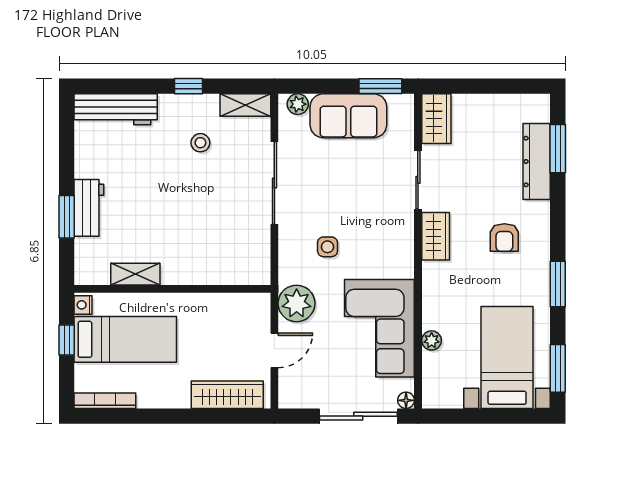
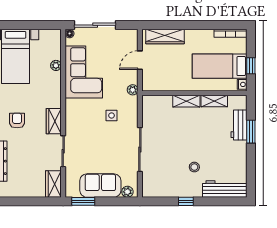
shelving: (245, 105) -> (186, 101), moved
stool: (200, 143) -> (194, 167), moved
workbench: (89, 208) -> (239, 125), moved
plant: (297, 303) -> (133, 90), width x0.53, depth x0.53

